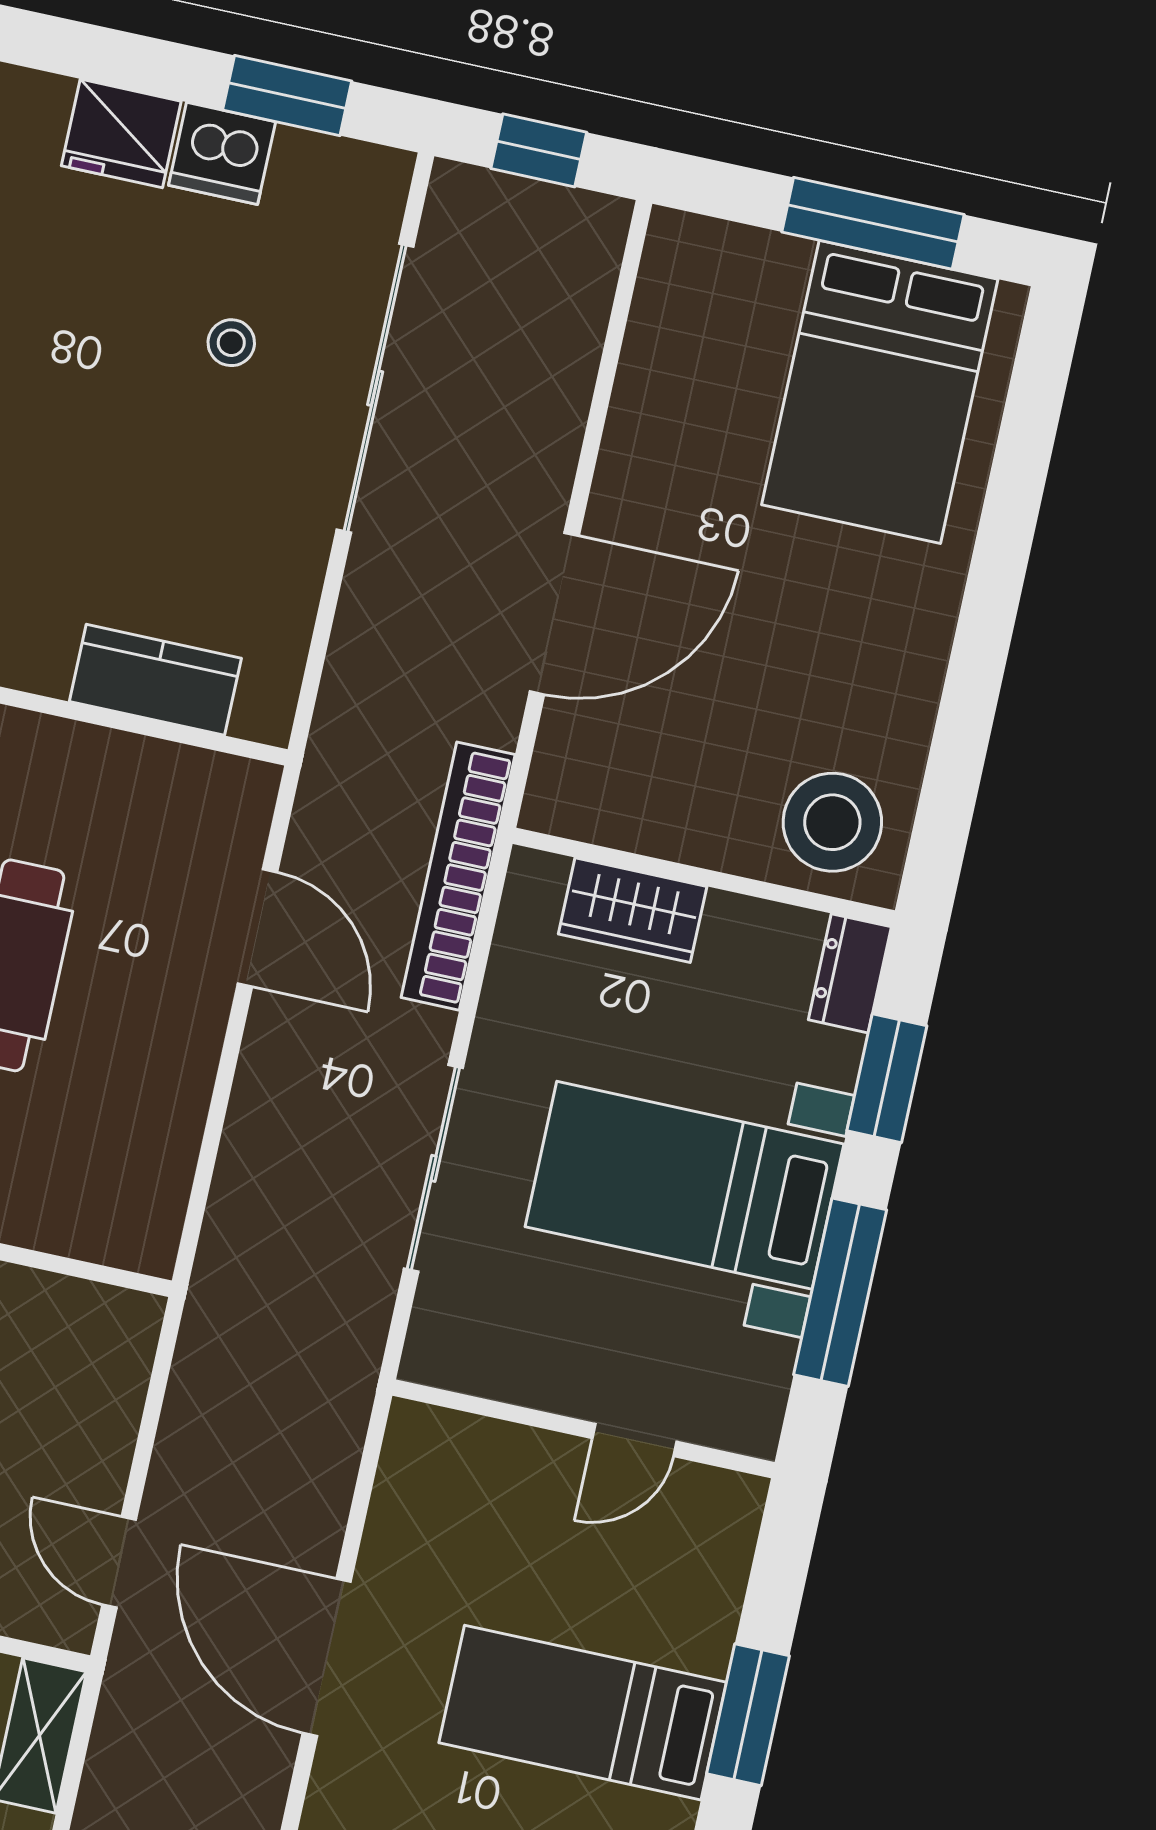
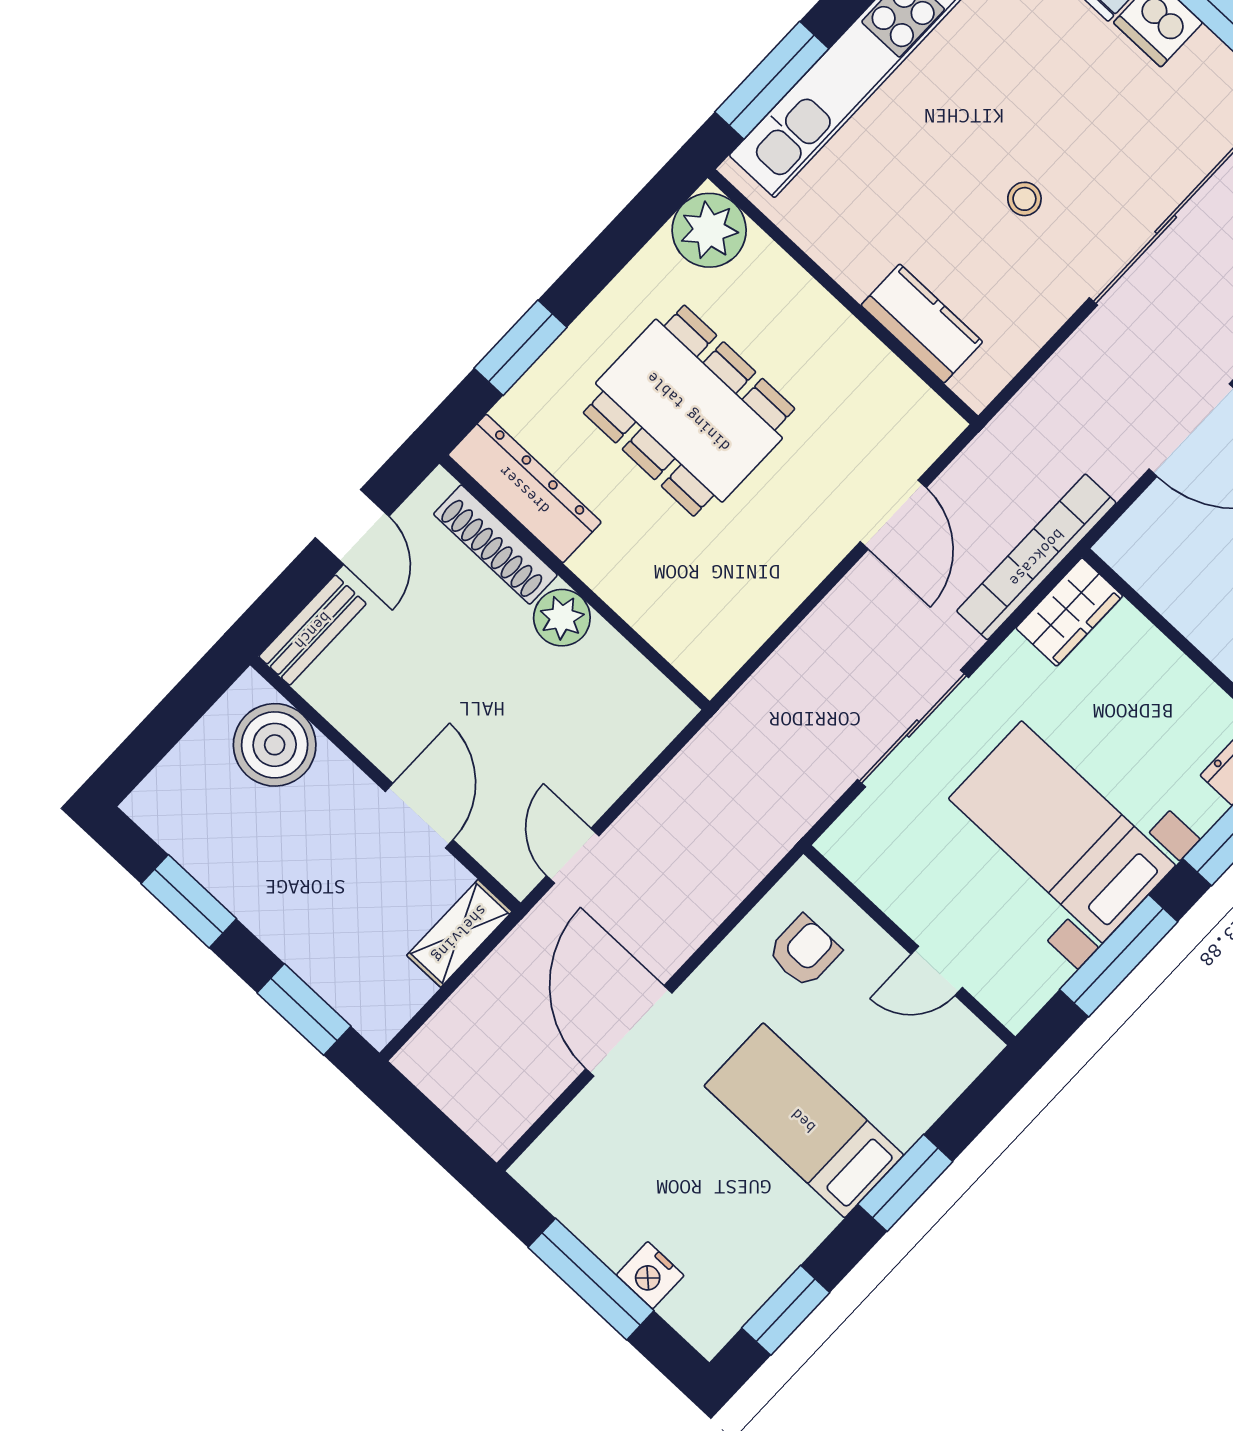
stool: (231, 343) -> (1024, 199), moved
wardrobe: (633, 910) -> (1069, 612), moved, turned -90
armchair: (463, 1511) -> (804, 951), added
door: (327, 1657) -> (629, 1031), moved

